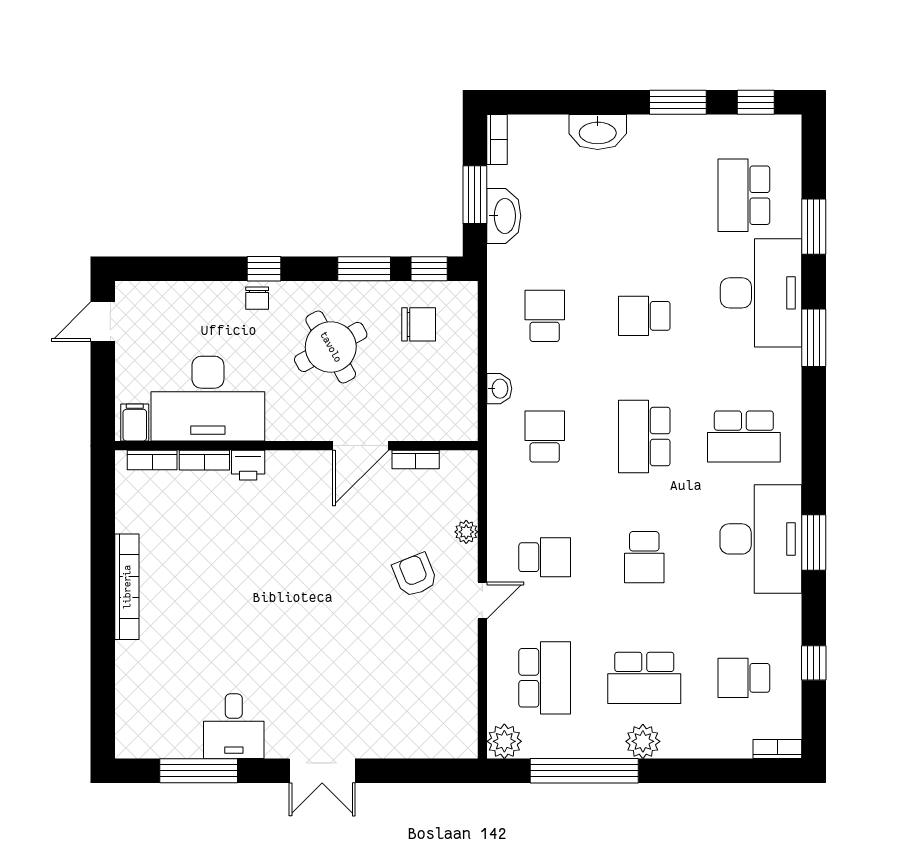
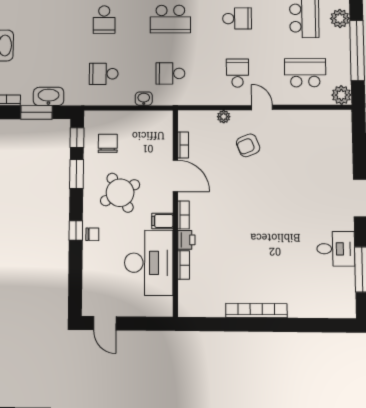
filing cabinet: (135, 423) -> (162, 221), moved
bookcase: (152, 460) -> (184, 215), moved

